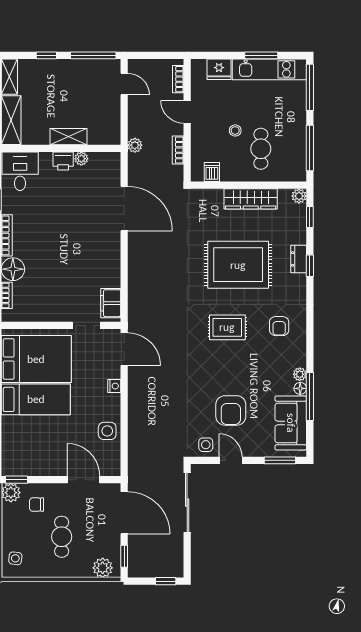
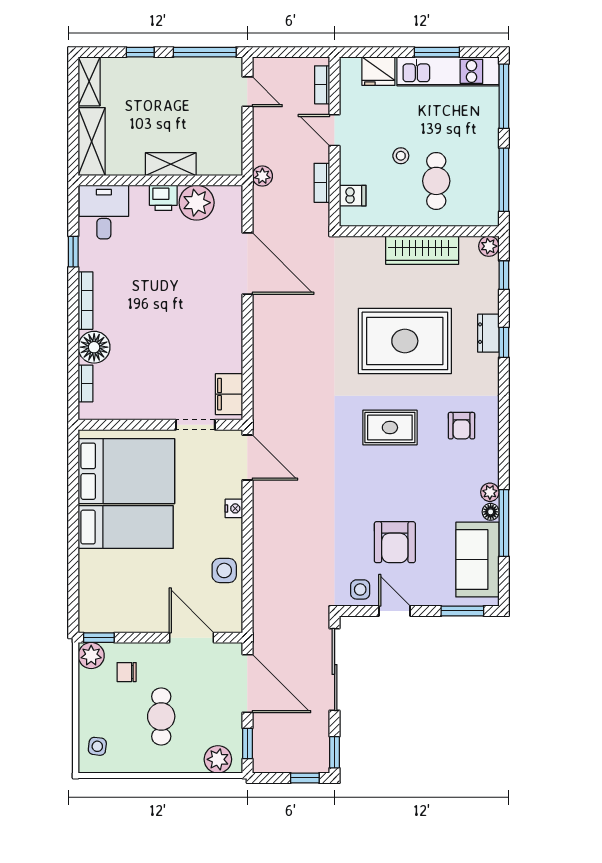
plant: (81, 159) -> (197, 203), width x1.88, depth x1.88
dishwasher: (212, 172) -> (353, 196), moved, turned 90
window: (187, 563) -> (335, 752), added

